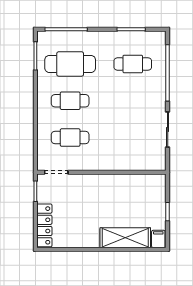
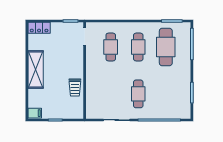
cafe table: (133, 64) -> (138, 94), moved
trolley: (124, 185) -> (75, 88), added
locker: (44, 225) -> (39, 28), width x0.66
shelving: (125, 238) -> (36, 69), moved

